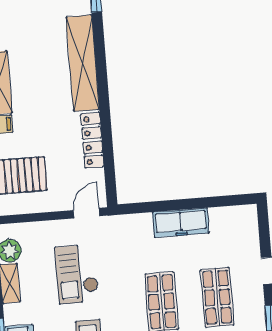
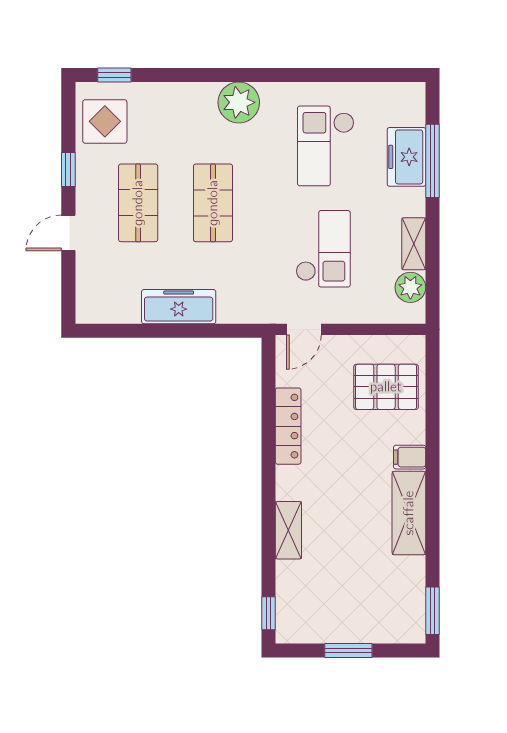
shelving: (83, 63) -> (288, 530), width x0.45, depth x0.75

